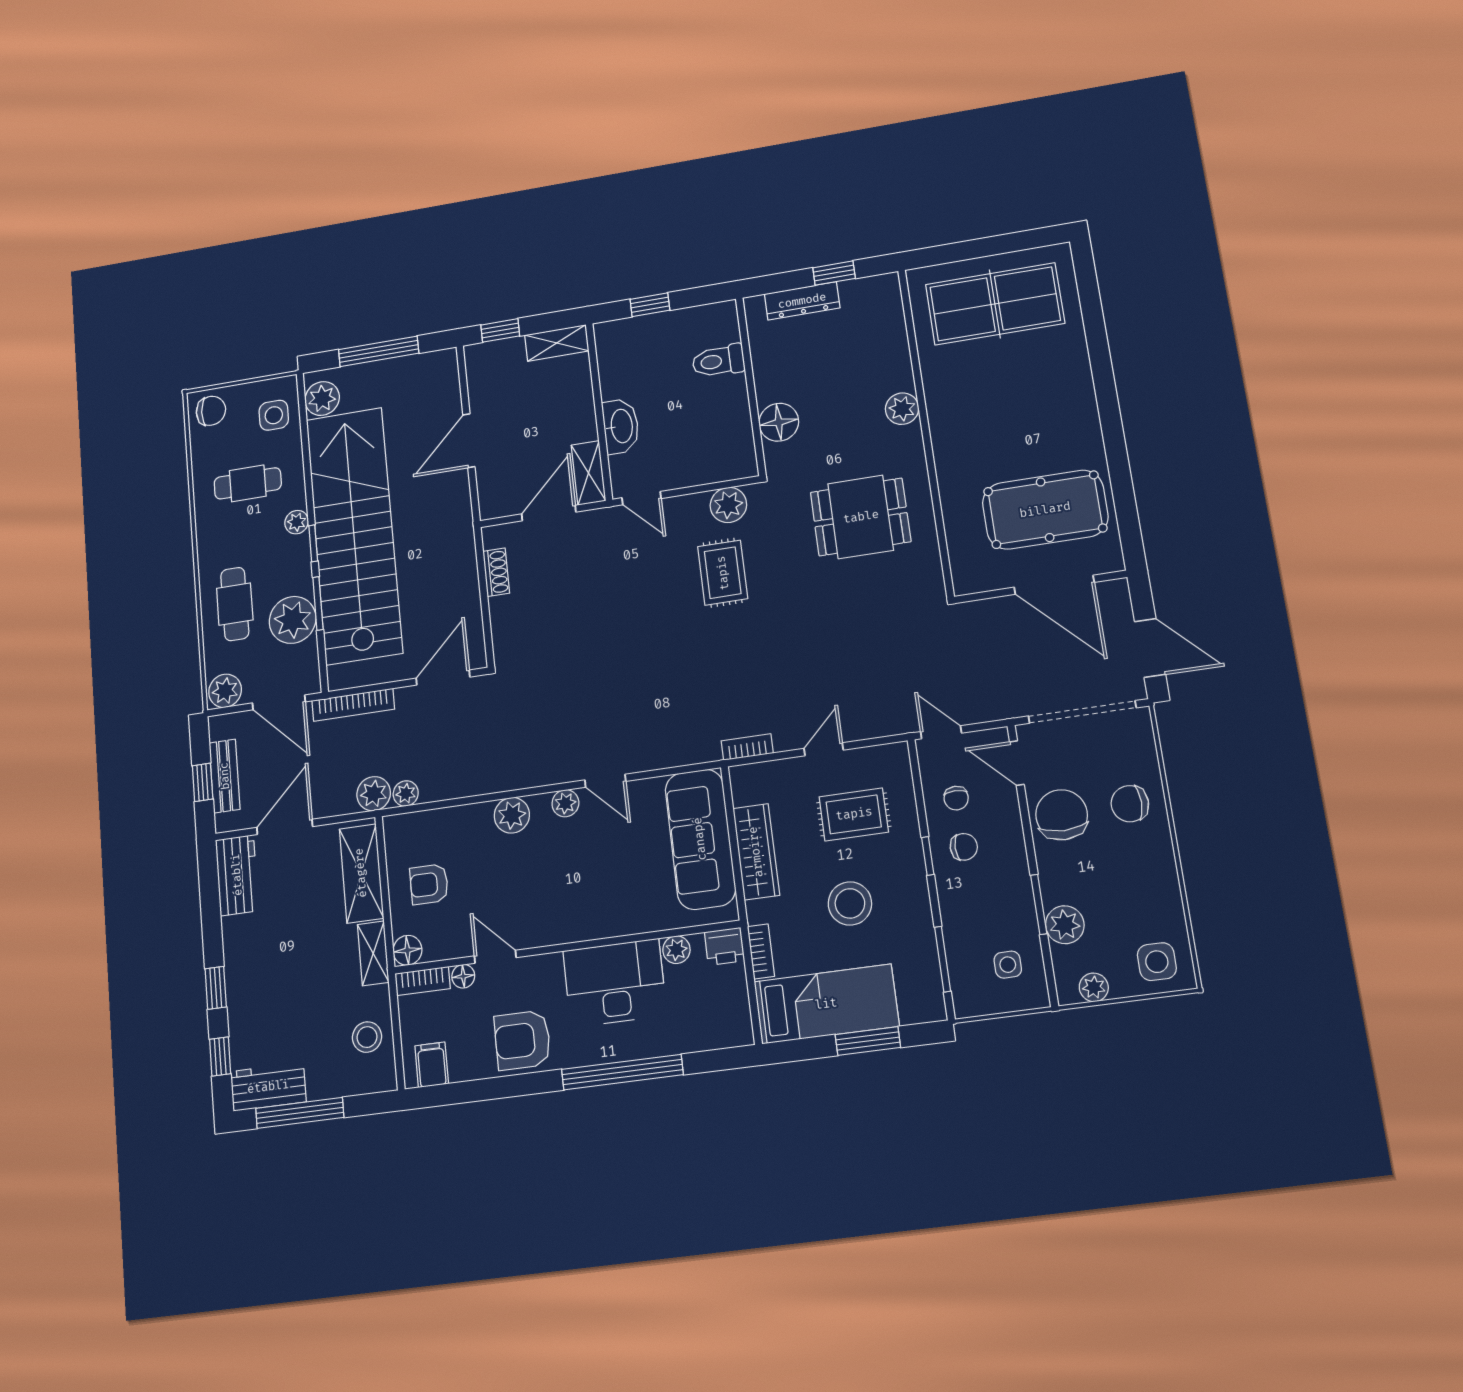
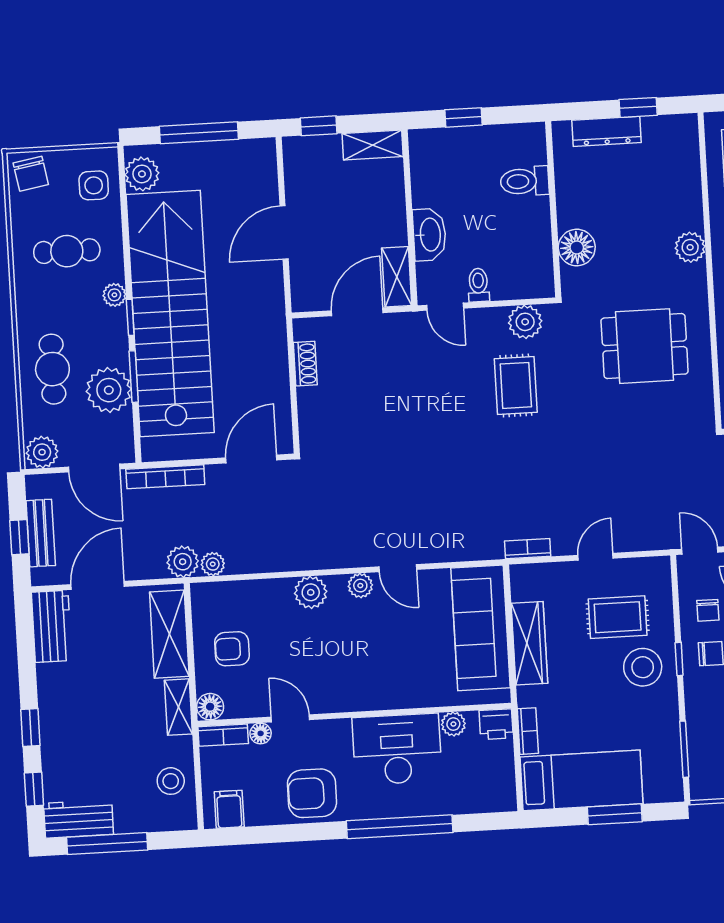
chair: (211, 411) -> (31, 174), turned 78
toilet: (676, 472) -> (478, 285), added
stool: (850, 903) -> (643, 667), moved

